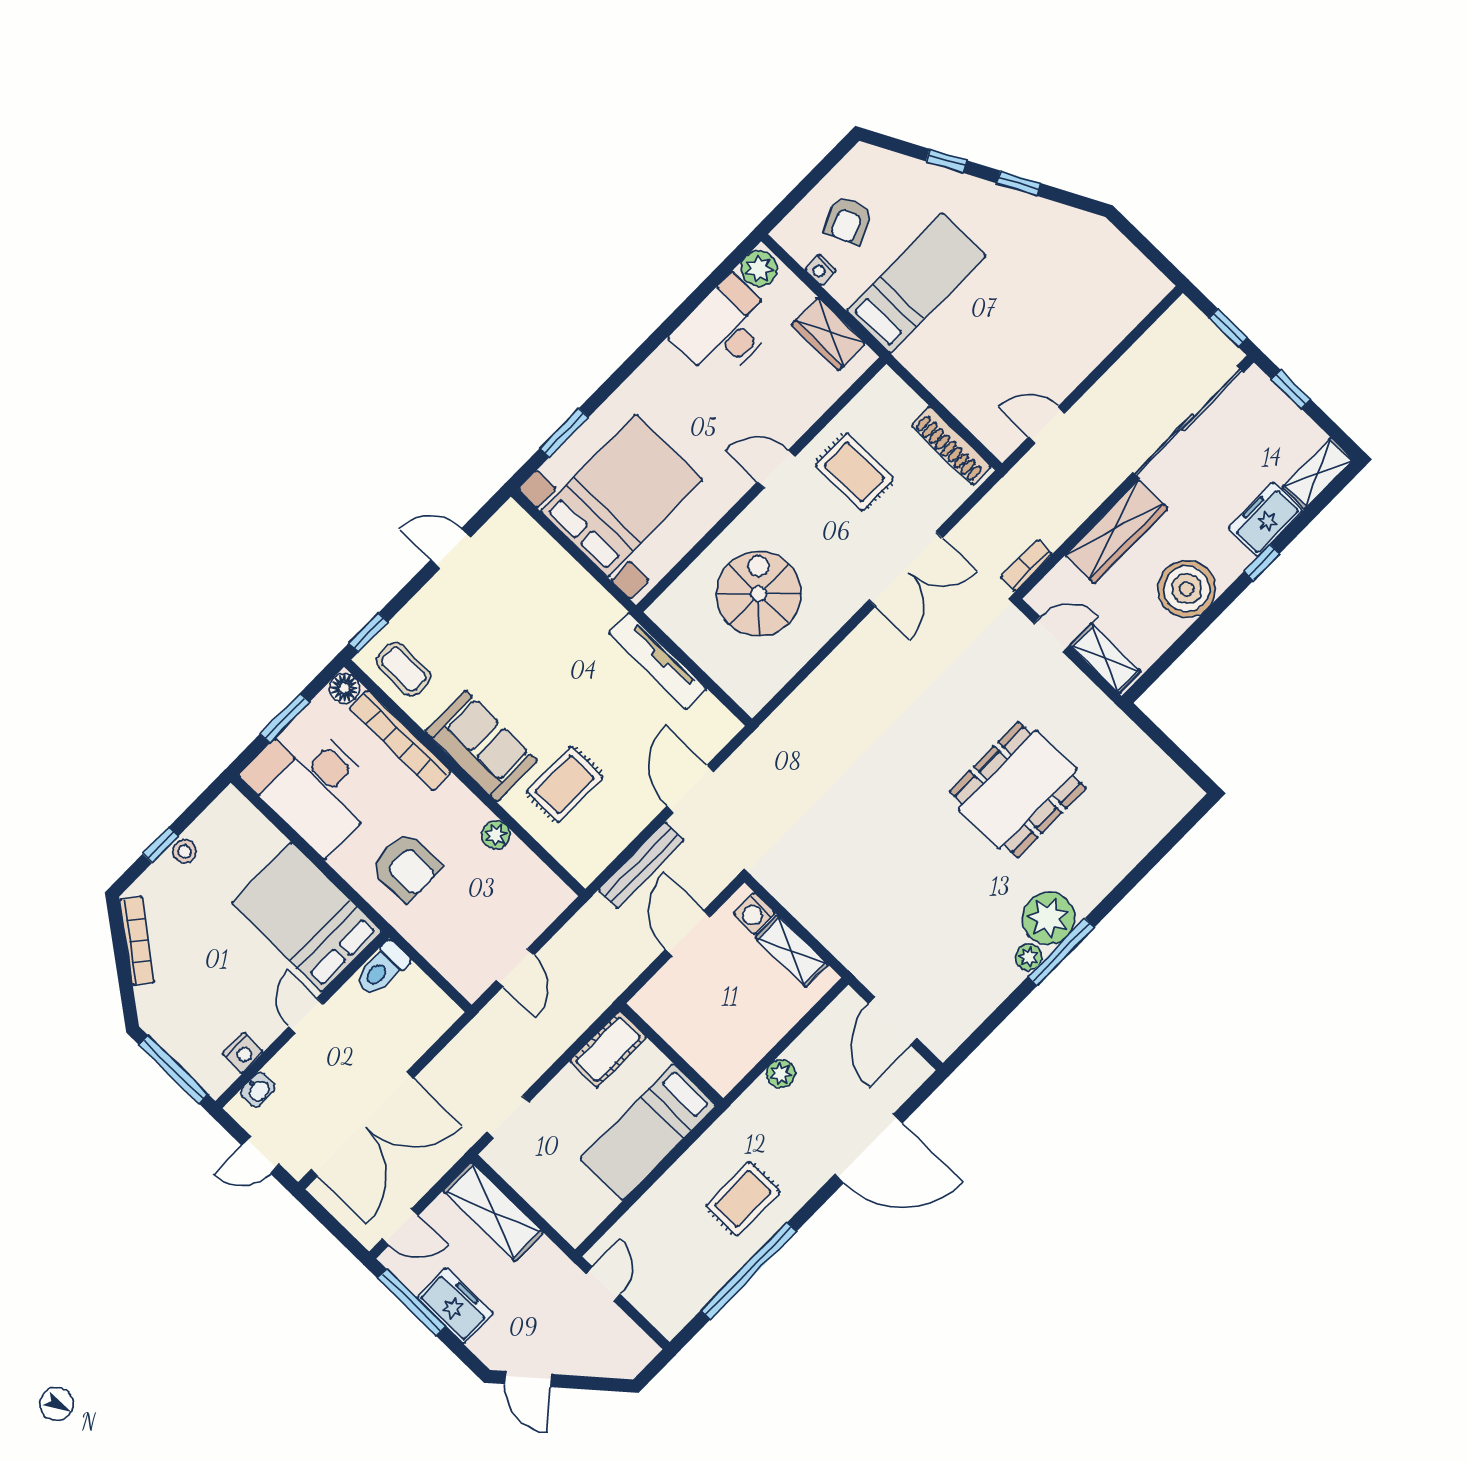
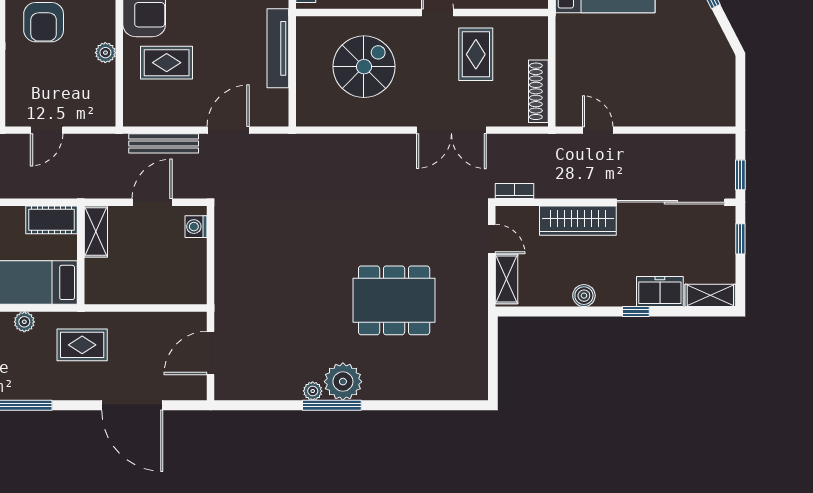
boiler: (1187, 589) -> (584, 296), width x0.54, depth x0.54
shelving: (792, 951) -> (96, 231), moved
plant: (781, 1074) -> (24, 322), moved
rug: (743, 1199) -> (82, 345), moved

